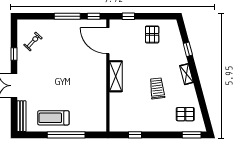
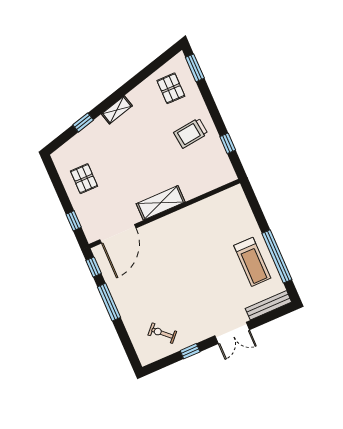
pallet: (152, 34) -> (84, 179), turned 90
trolley: (157, 88) -> (191, 133), moved
window: (66, 135) -> (277, 256), moved

